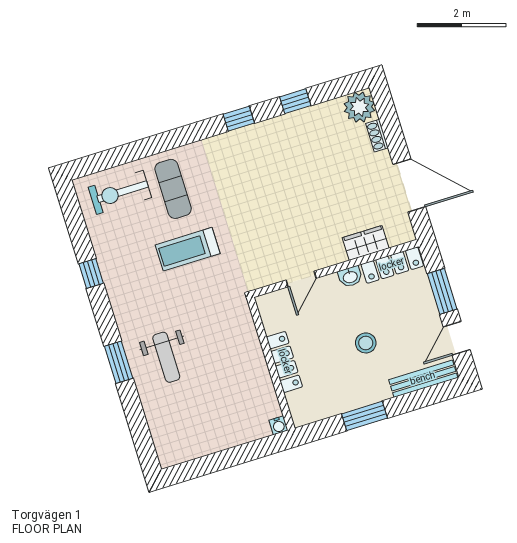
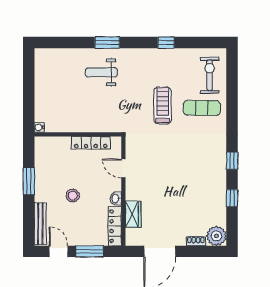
locker: (284, 362) -> (91, 143), moved

